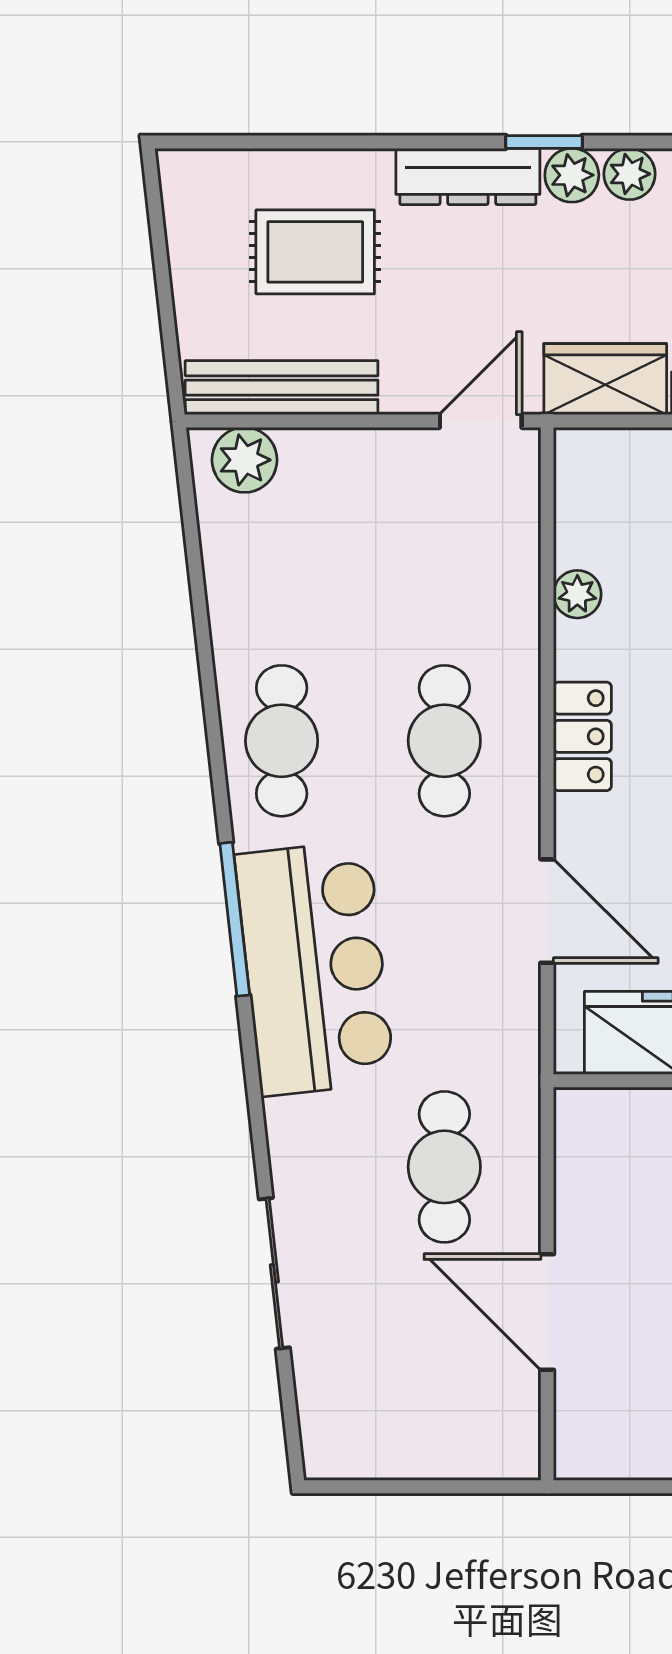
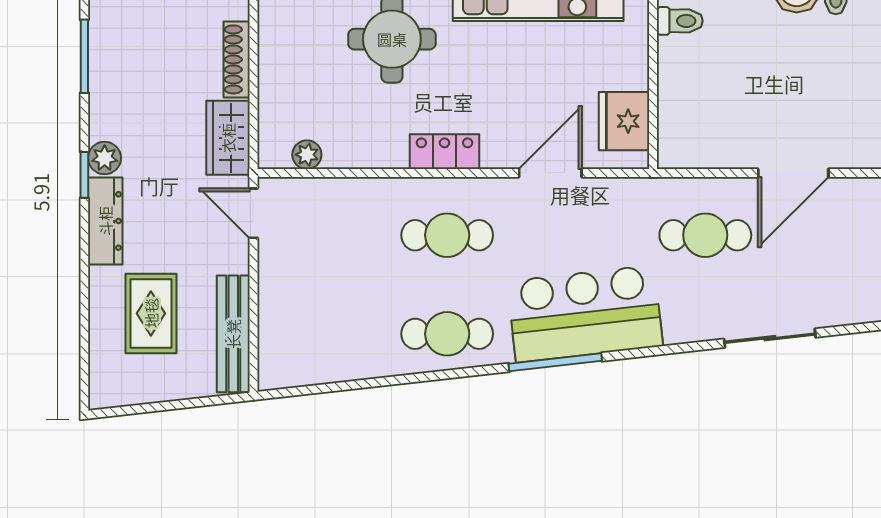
plant: (630, 174) -> (104, 123), removed
plant: (245, 460) -> (277, 356), removed
plant: (577, 594) -> (307, 155), moved

